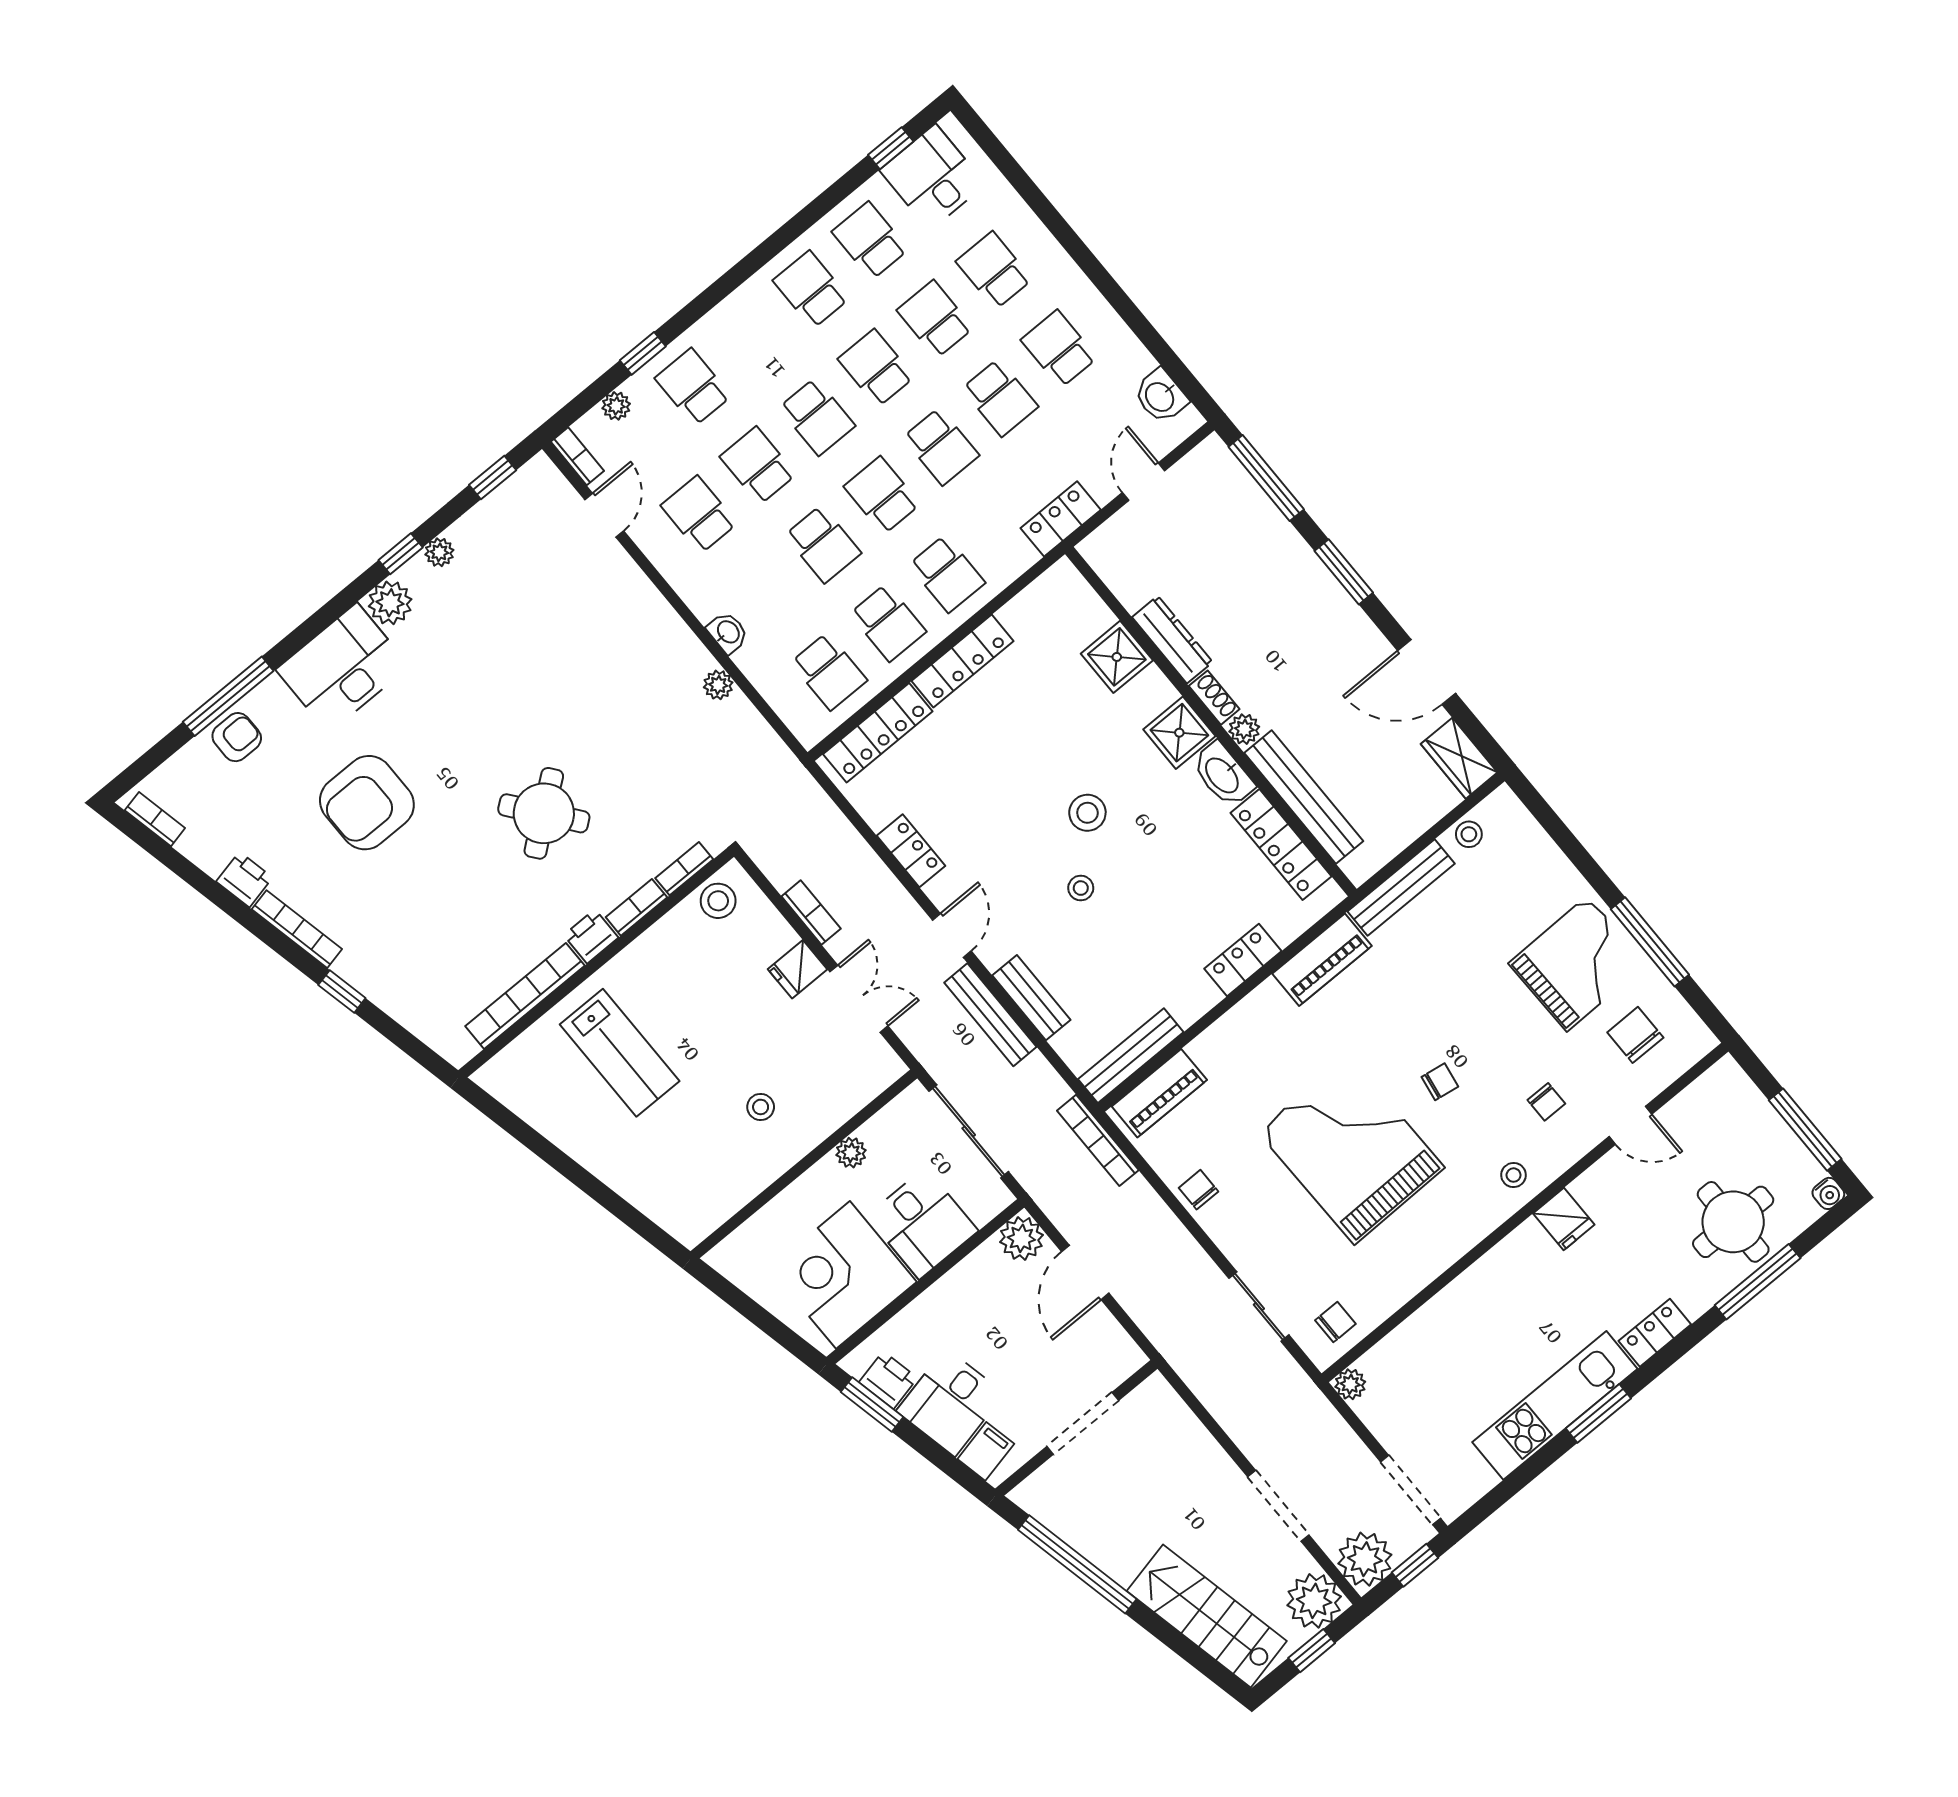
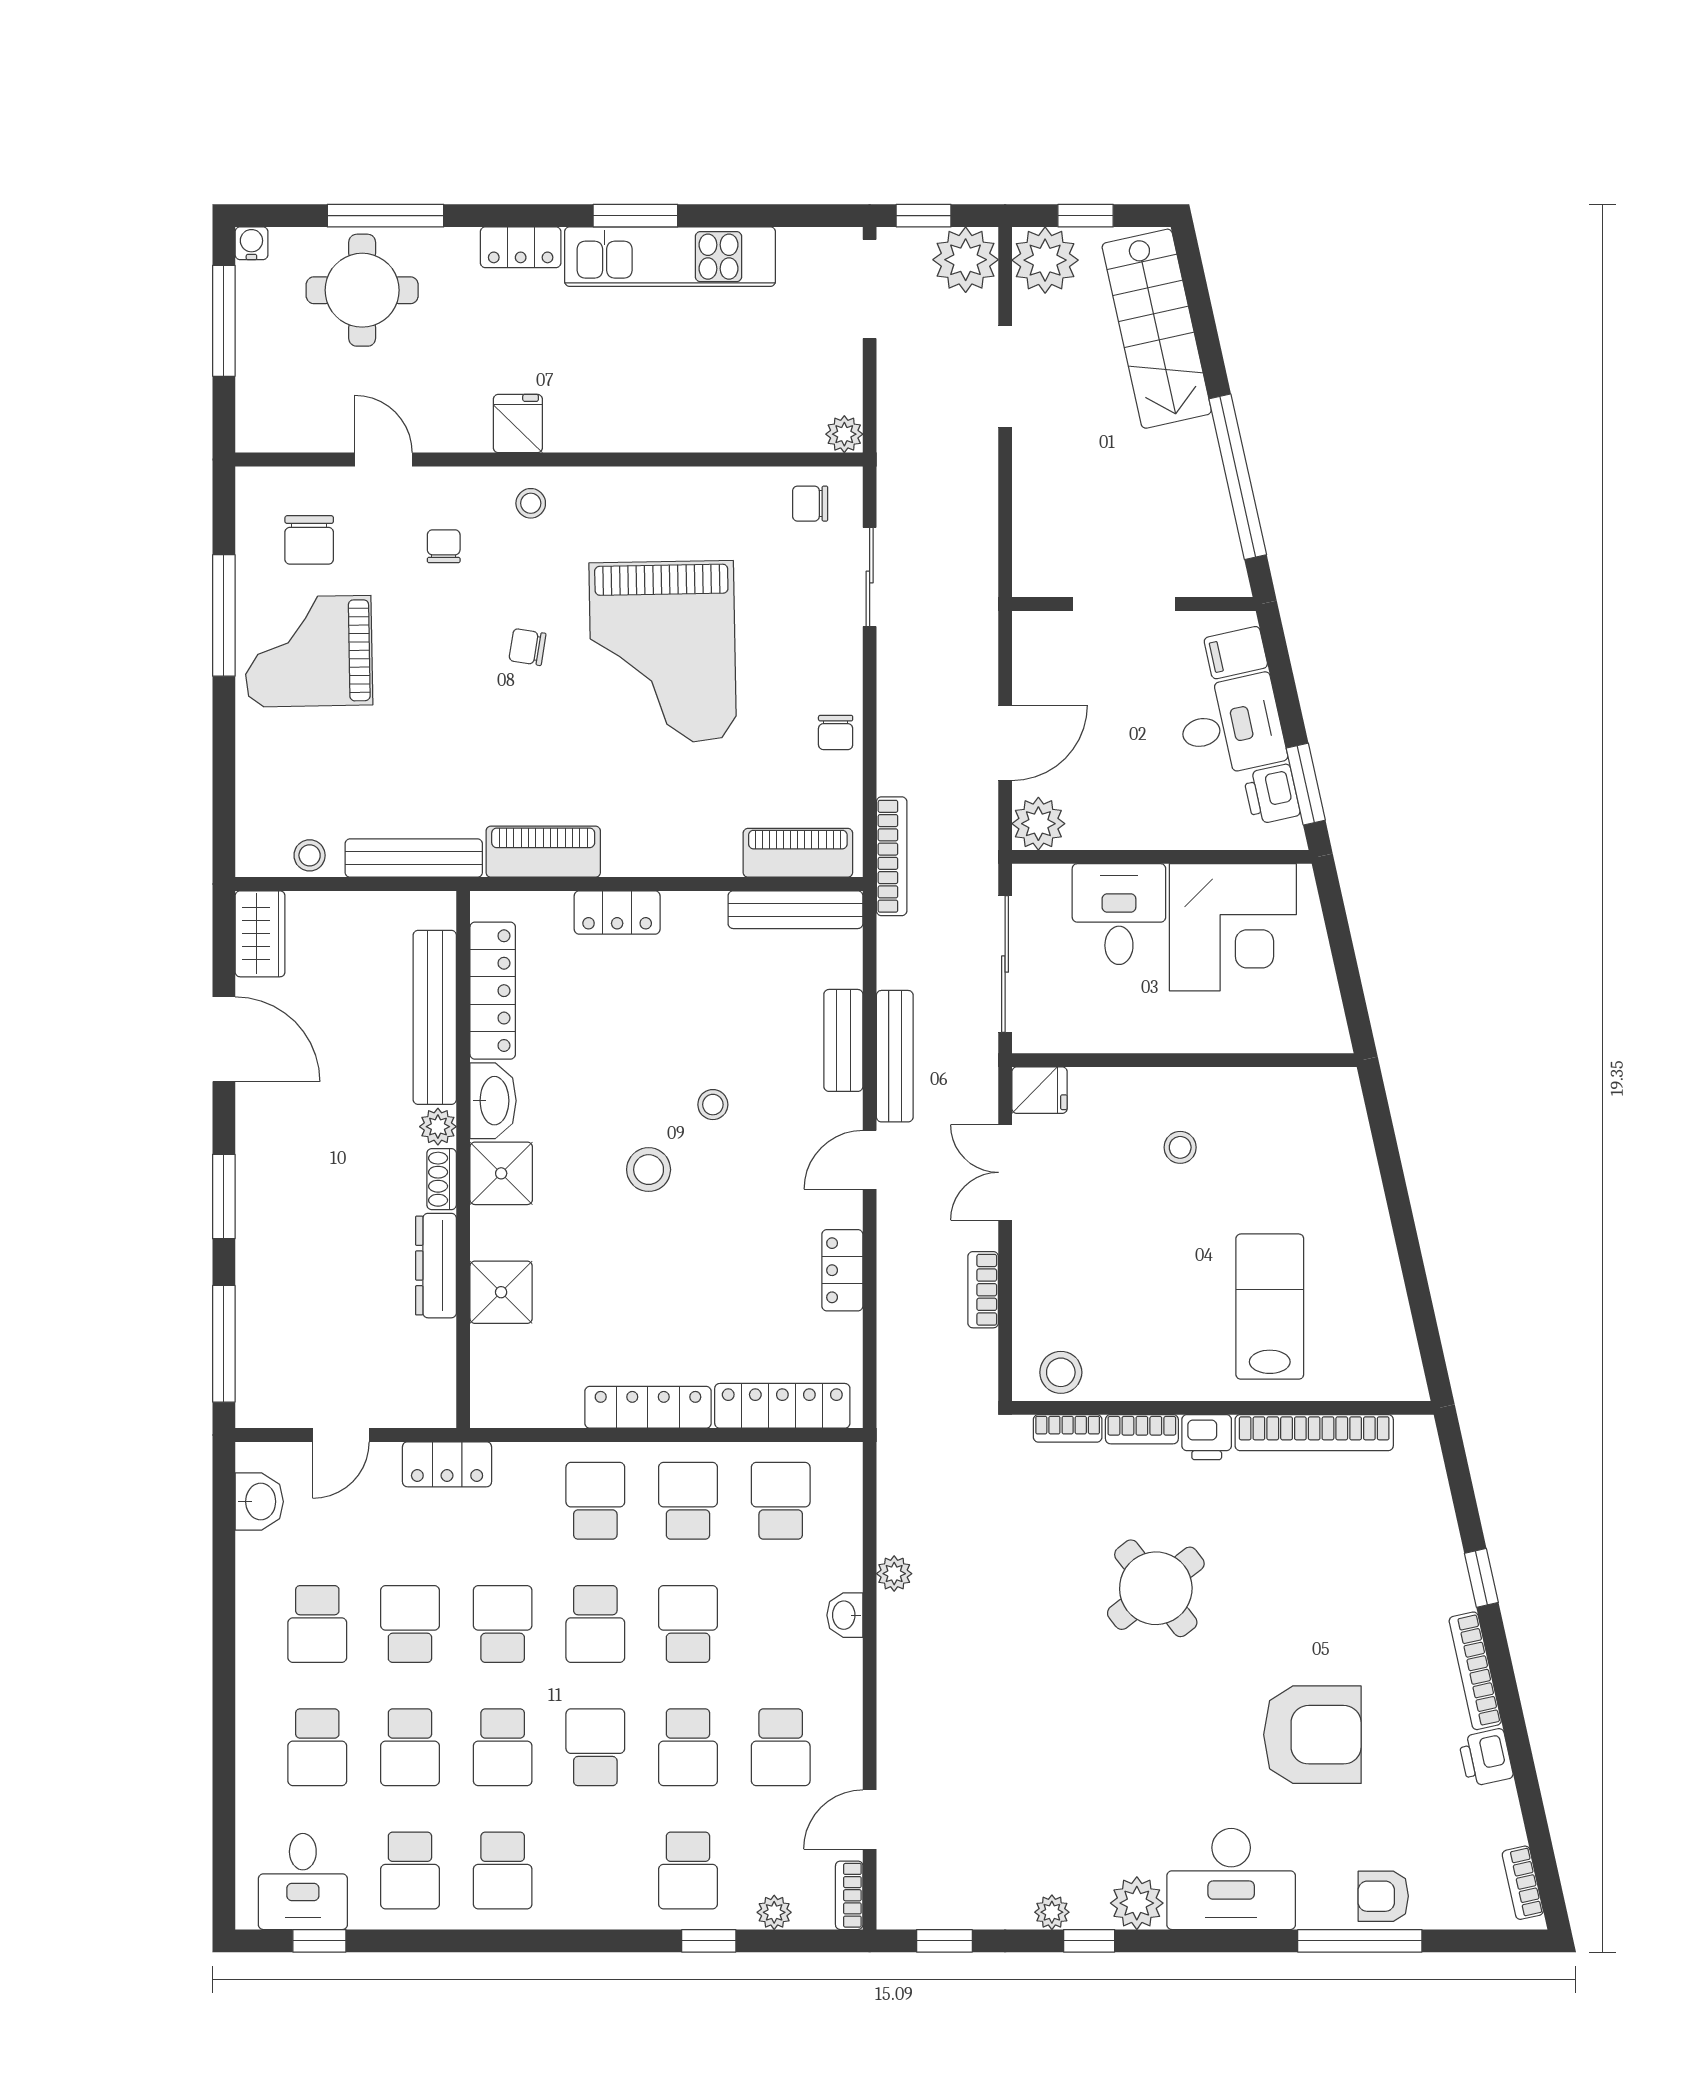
fridge: (798, 969) -> (1040, 1090), moved
plant: (851, 1153) -> (1131, 1035), removed

